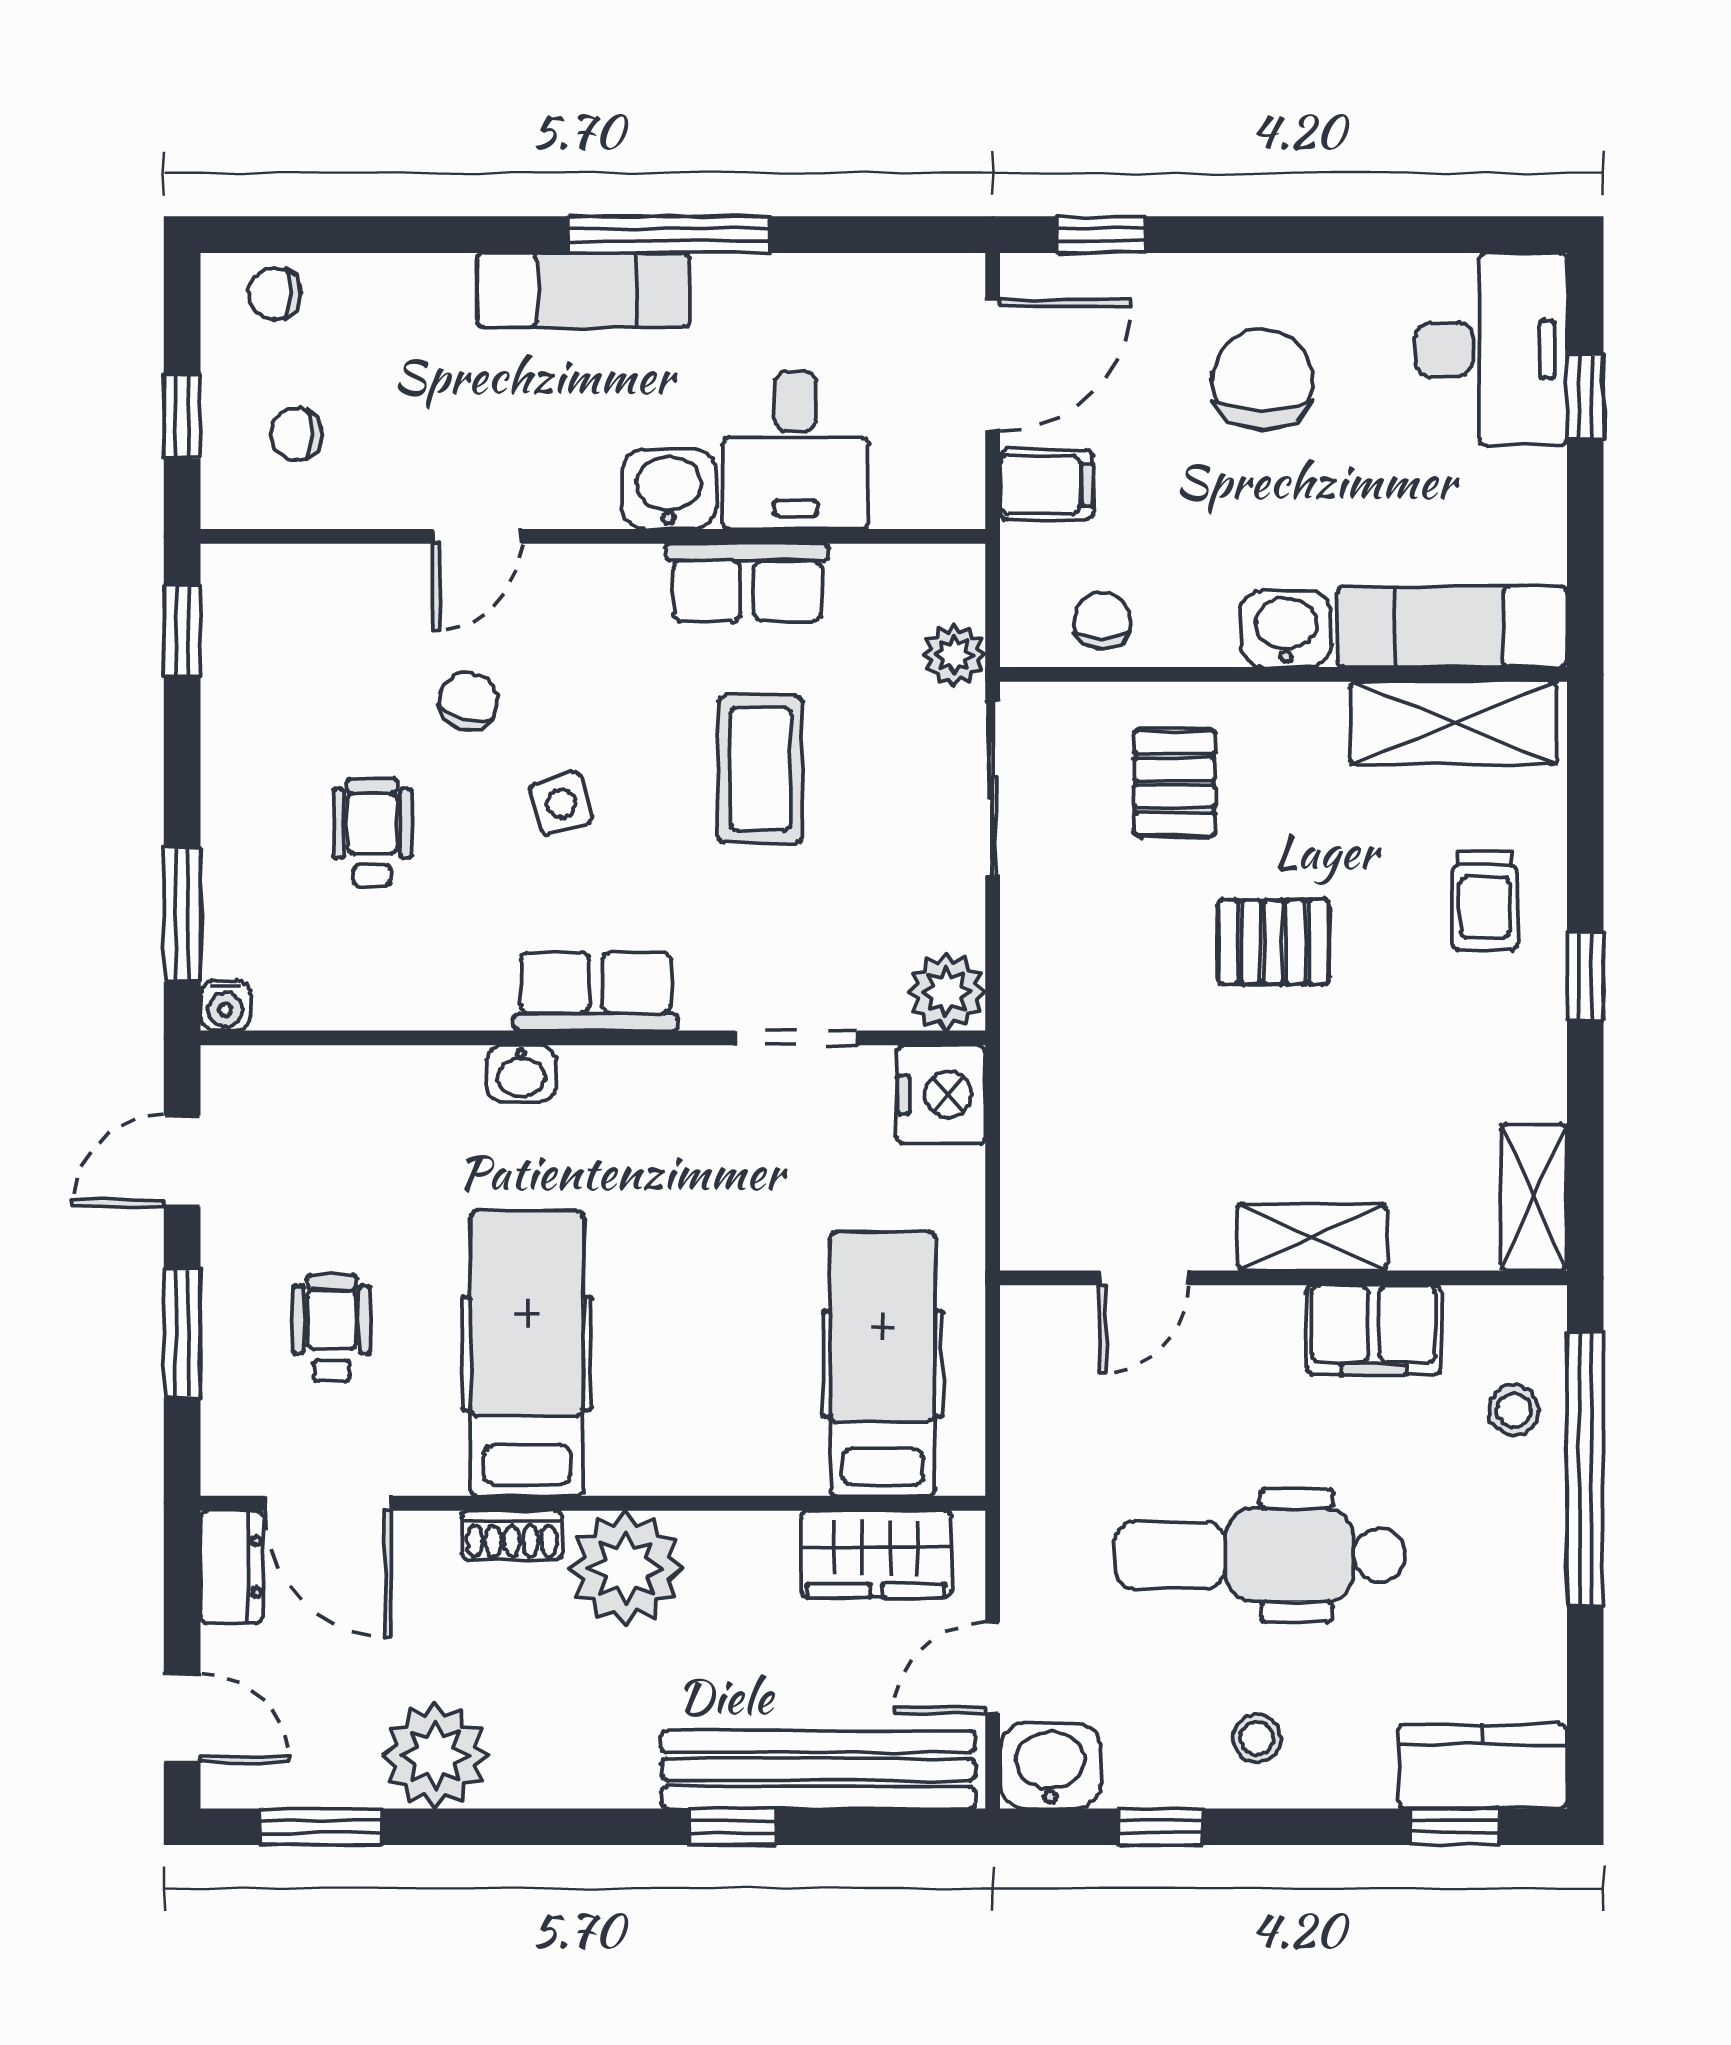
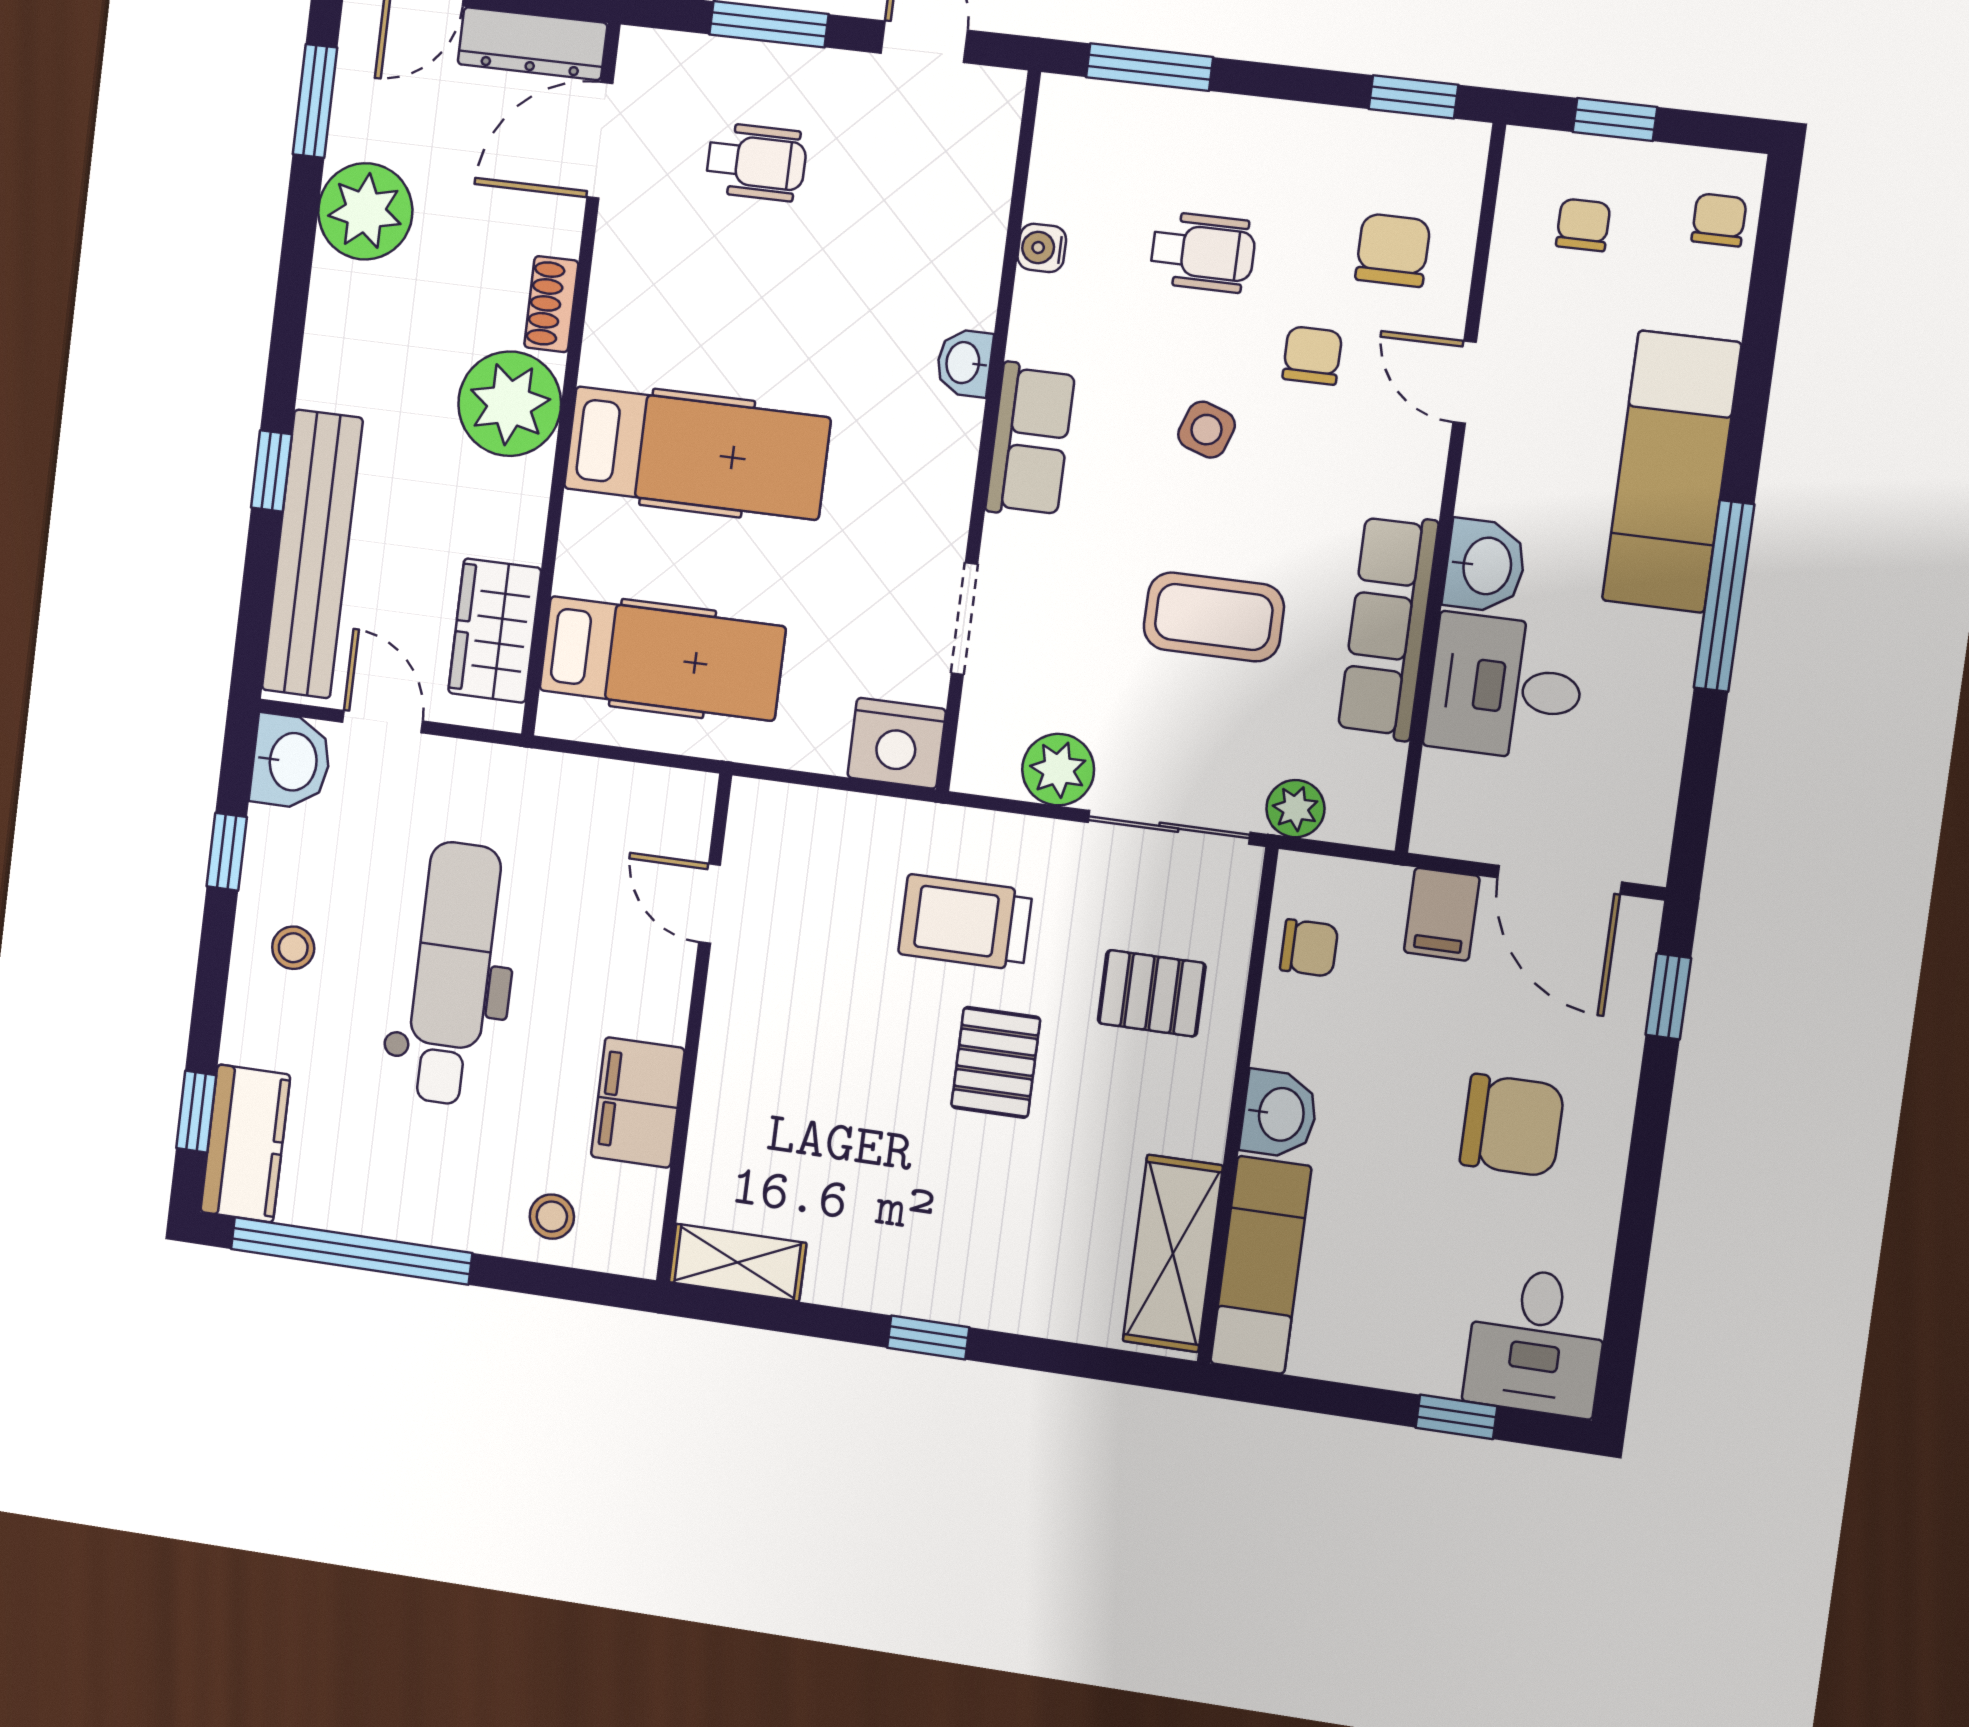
exam couch: (584, 290) -> (1672, 472), width x1.36, depth x1.45
desk: (1491, 349) -> (1536, 1342), width x0.73
row of seats: (747, 582) -> (1388, 627), width x1.48
chair: (346, 631) -> (1393, 250), added
chair: (468, 701) -> (1312, 355), turned -105
side table: (561, 803) -> (1207, 430), turned 35
trolley: (1485, 901) -> (965, 922), moved, width x1.36, depth x1.39
plant: (946, 992) -> (1058, 770), moved
water cooler: (225, 1006) -> (1042, 248), moved
shelving: (1312, 1237) -> (727, 1059), removed
hospital bed: (527, 1354) -> (697, 453), moved
window: (1585, 1469) -> (351, 1251), moved
dresser: (232, 1567) -> (532, 44), width x1.44

